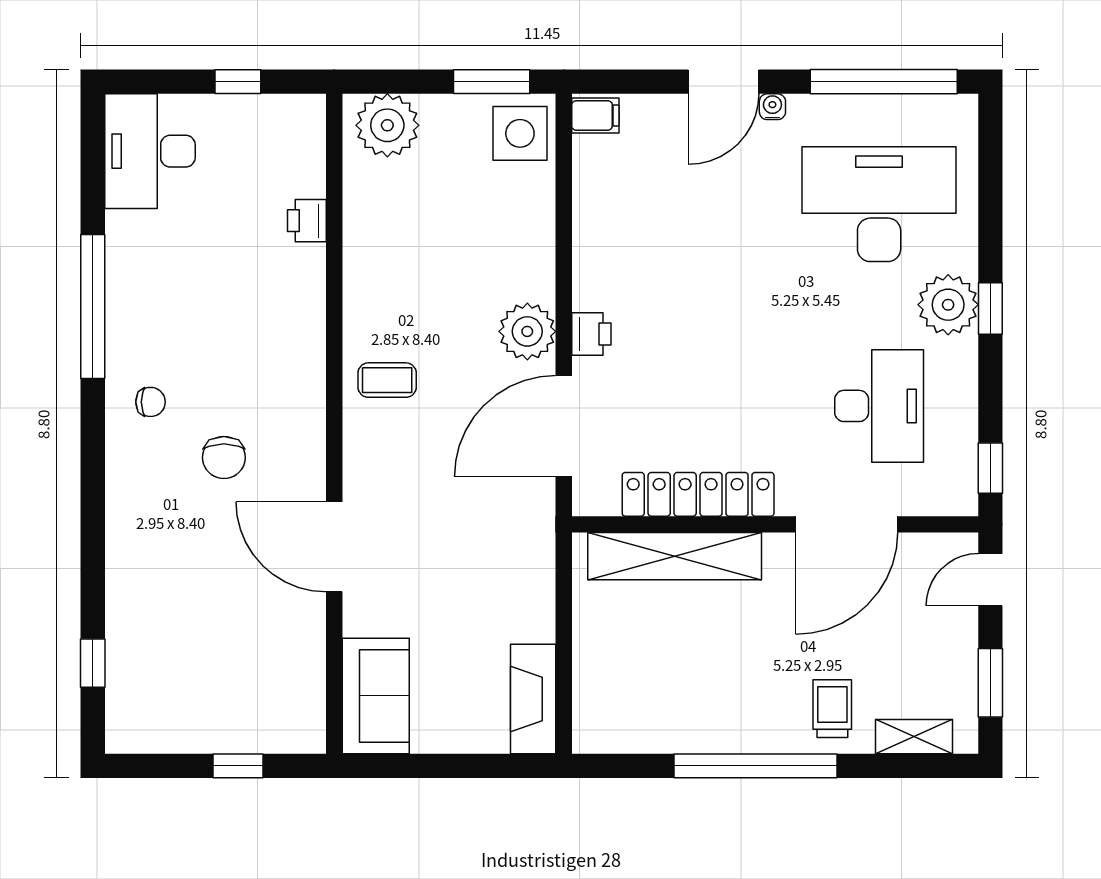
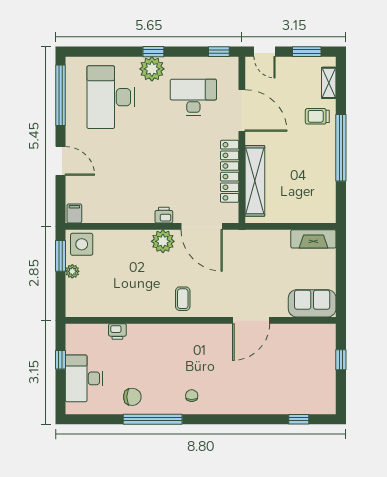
water cooler: (772, 107) -> (71, 141), removed
plant: (387, 125) -> (72, 271), moved, width x0.53, depth x0.53
desk: (150, 151) -> (84, 378), moved, turned 90
chair: (224, 458) -> (132, 397), moved

